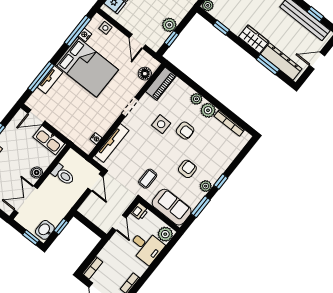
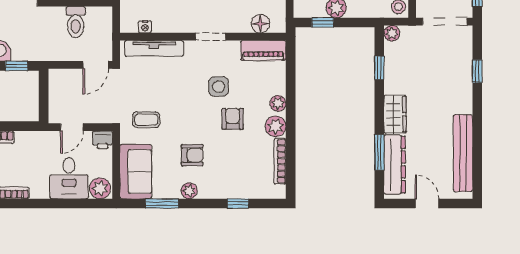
window: (315, 14) -> (477, 161), removed
armchair: (185, 131) -> (233, 119), turned 180
window: (221, 182) -> (238, 204), moved

